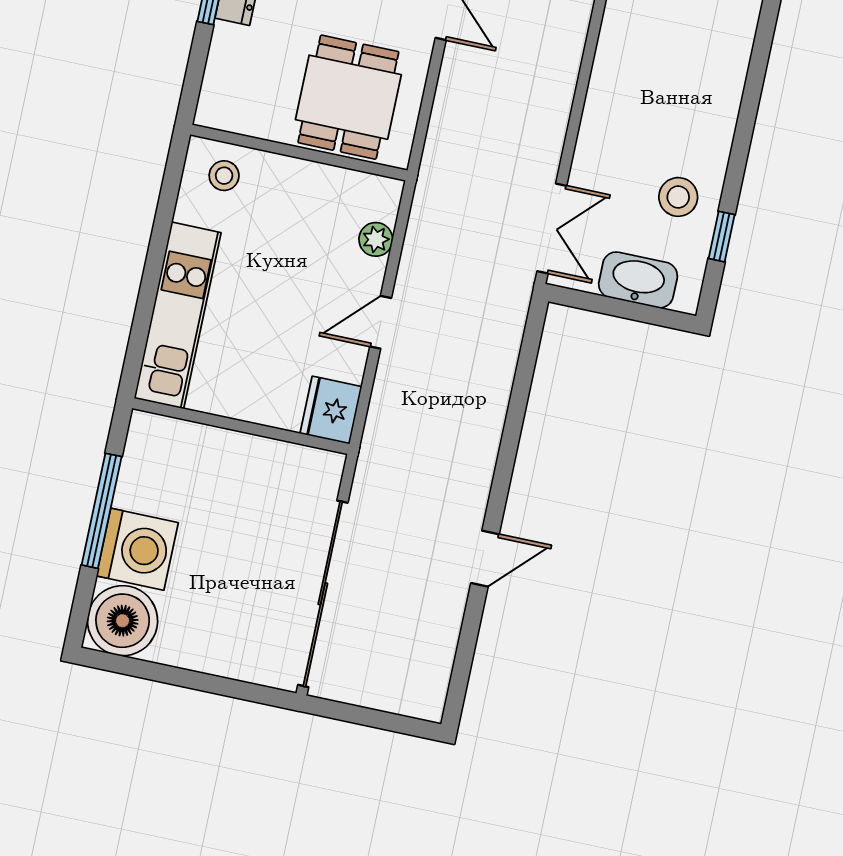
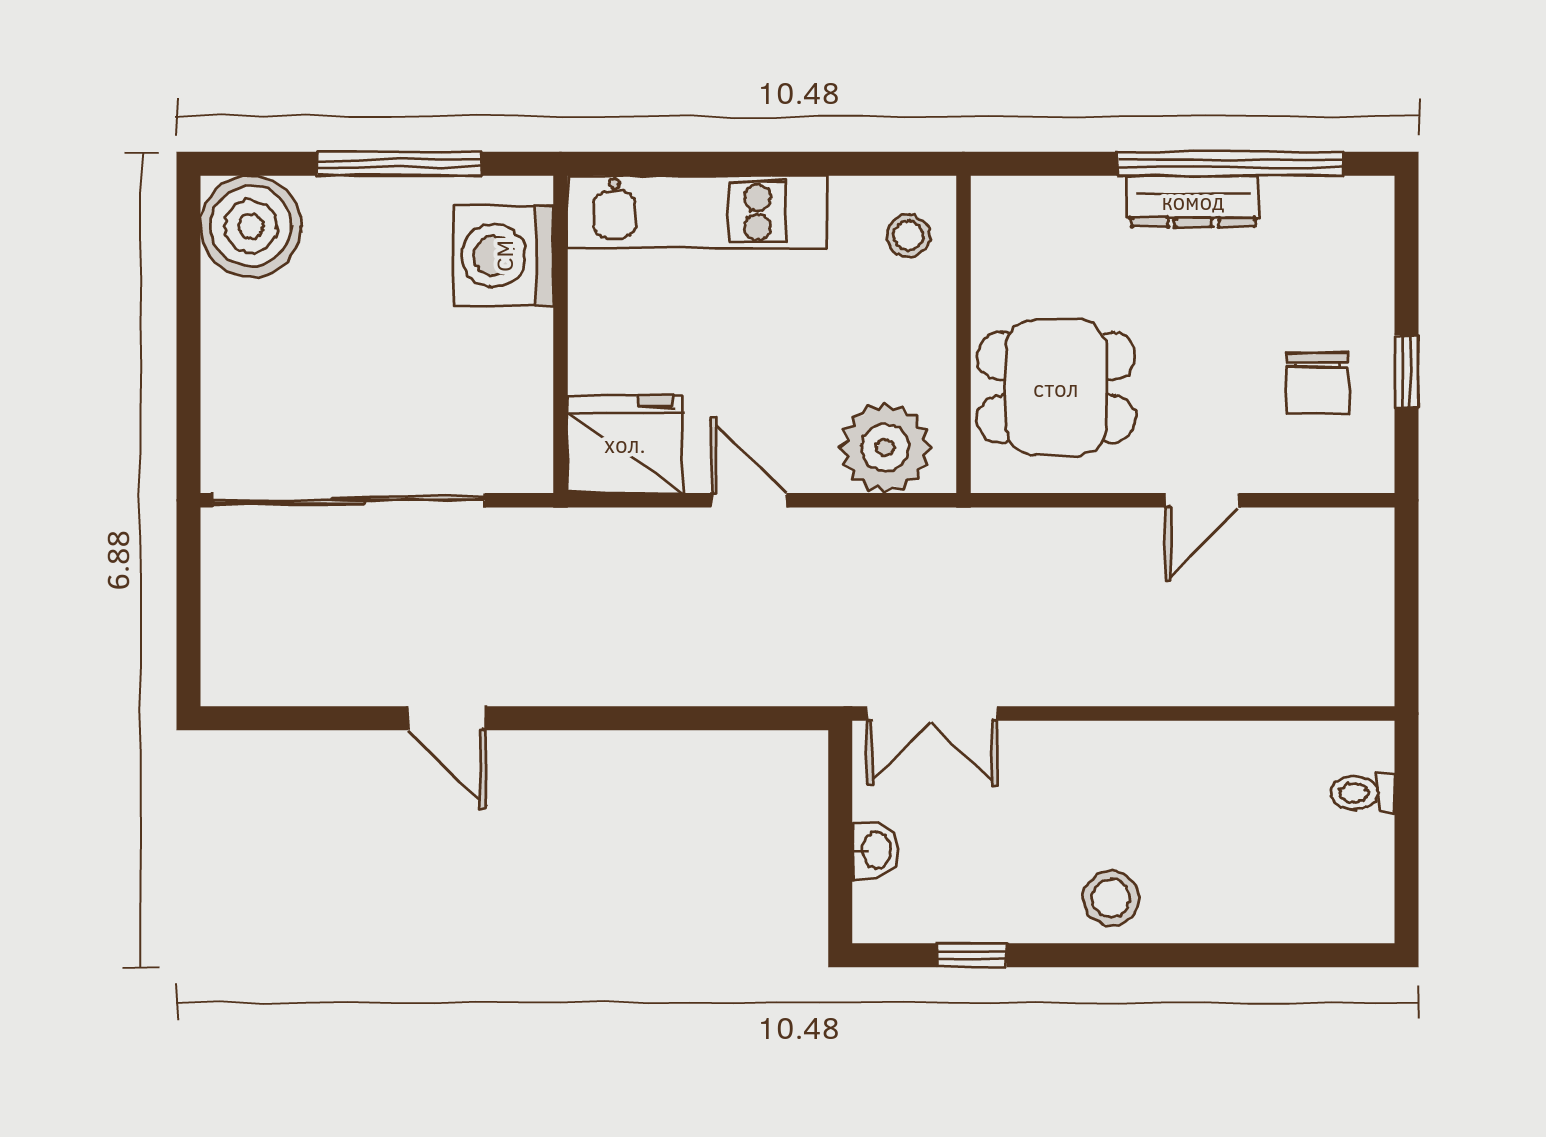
stool: (678, 197) -> (1111, 898), moved
plant: (376, 239) -> (885, 448), width x1.88, depth x1.88
washbasin: (638, 280) -> (875, 850), width x0.52, depth x0.69
fridge: (331, 410) -> (625, 444), width x1.36, depth x1.34
washing machine: (137, 549) -> (504, 256), moved, turned 90

